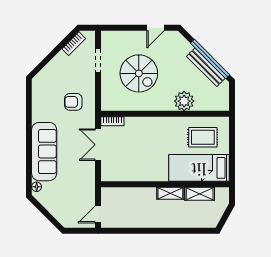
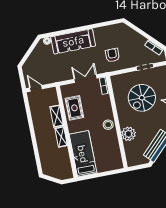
stool: (166, 126) -> (108, 125), added
rug: (203, 137) -> (74, 108), moved
shelving: (200, 194) -> (57, 116), moved

